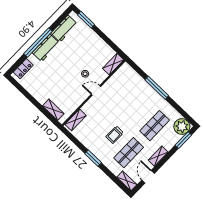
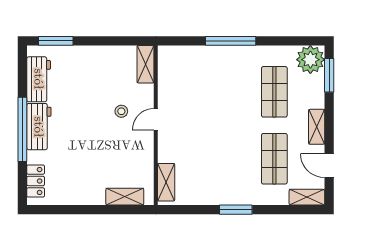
trolley: (115, 135) -> (234, 153), removed

